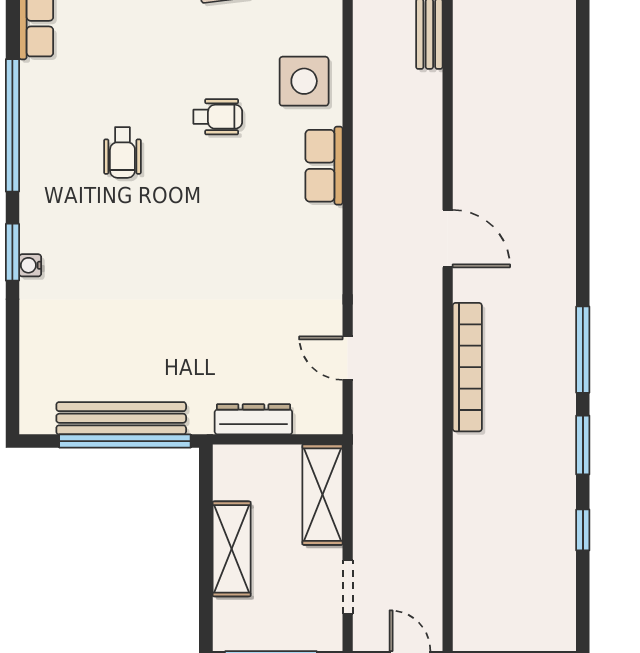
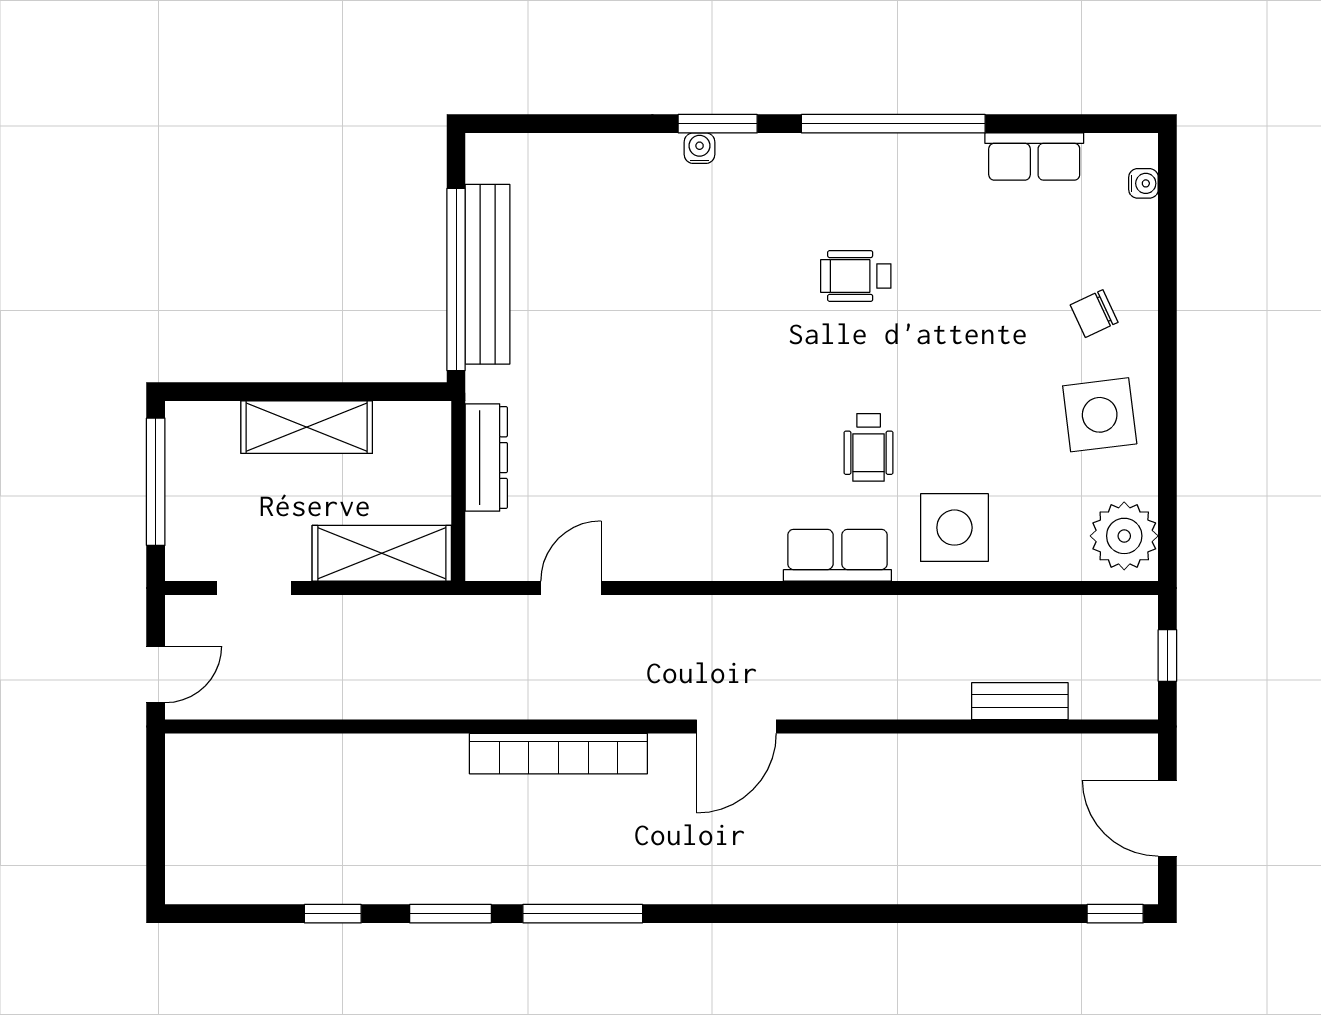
wheelchair: (218, 117) -> (869, 447), moved

